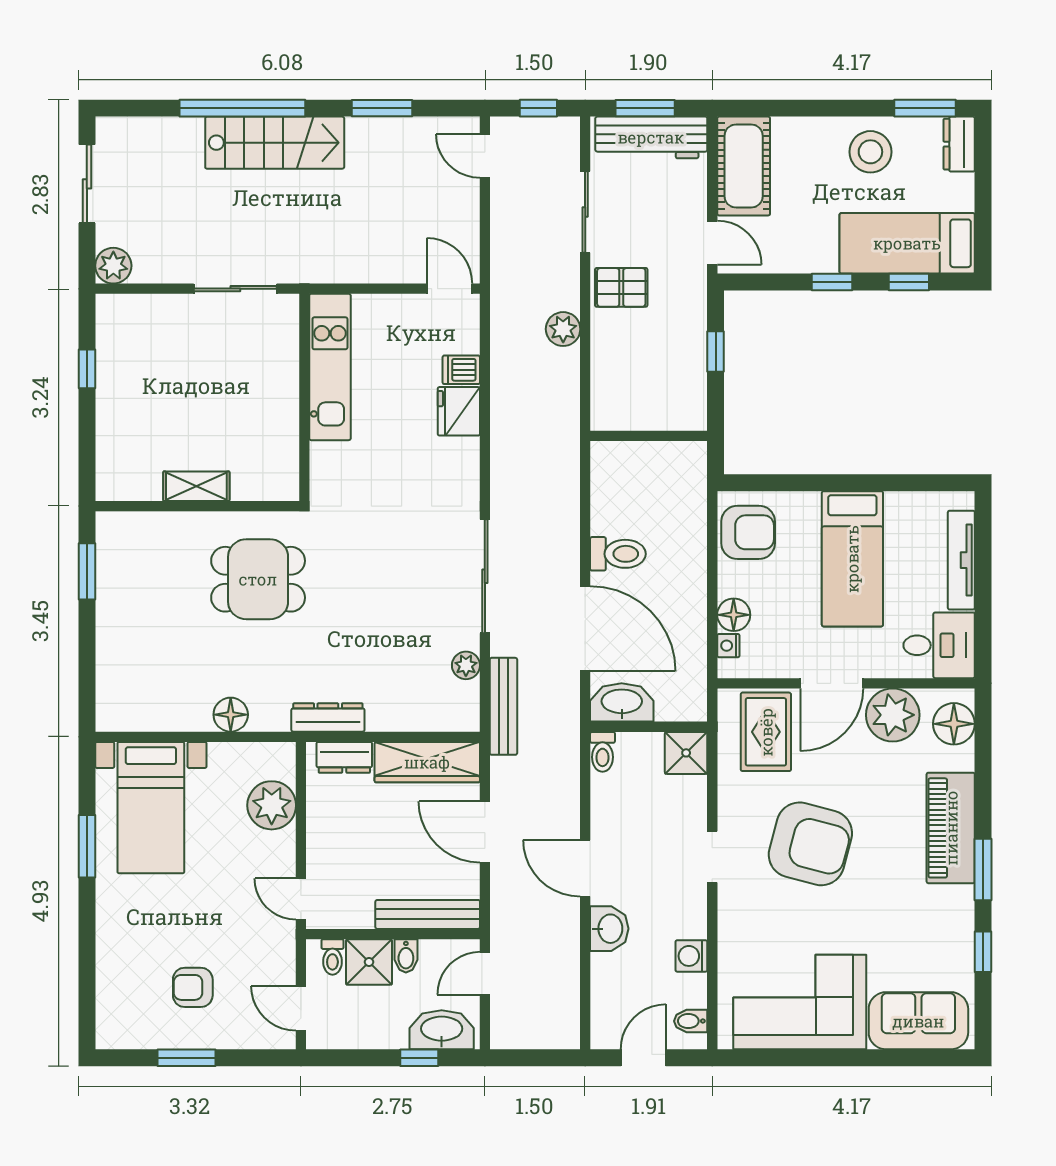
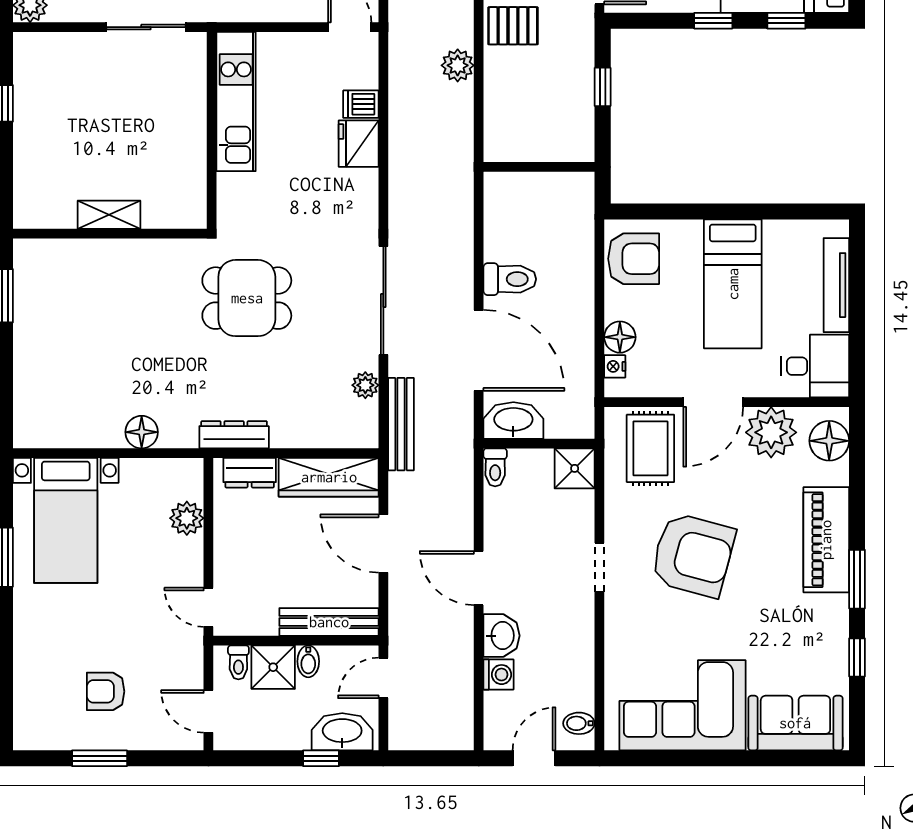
dining table: (258, 579) -> (247, 298), moved
plant: (272, 805) -> (187, 518), width x0.73, depth x0.73
washing machine: (691, 956) -> (498, 675), moved, turned 180

